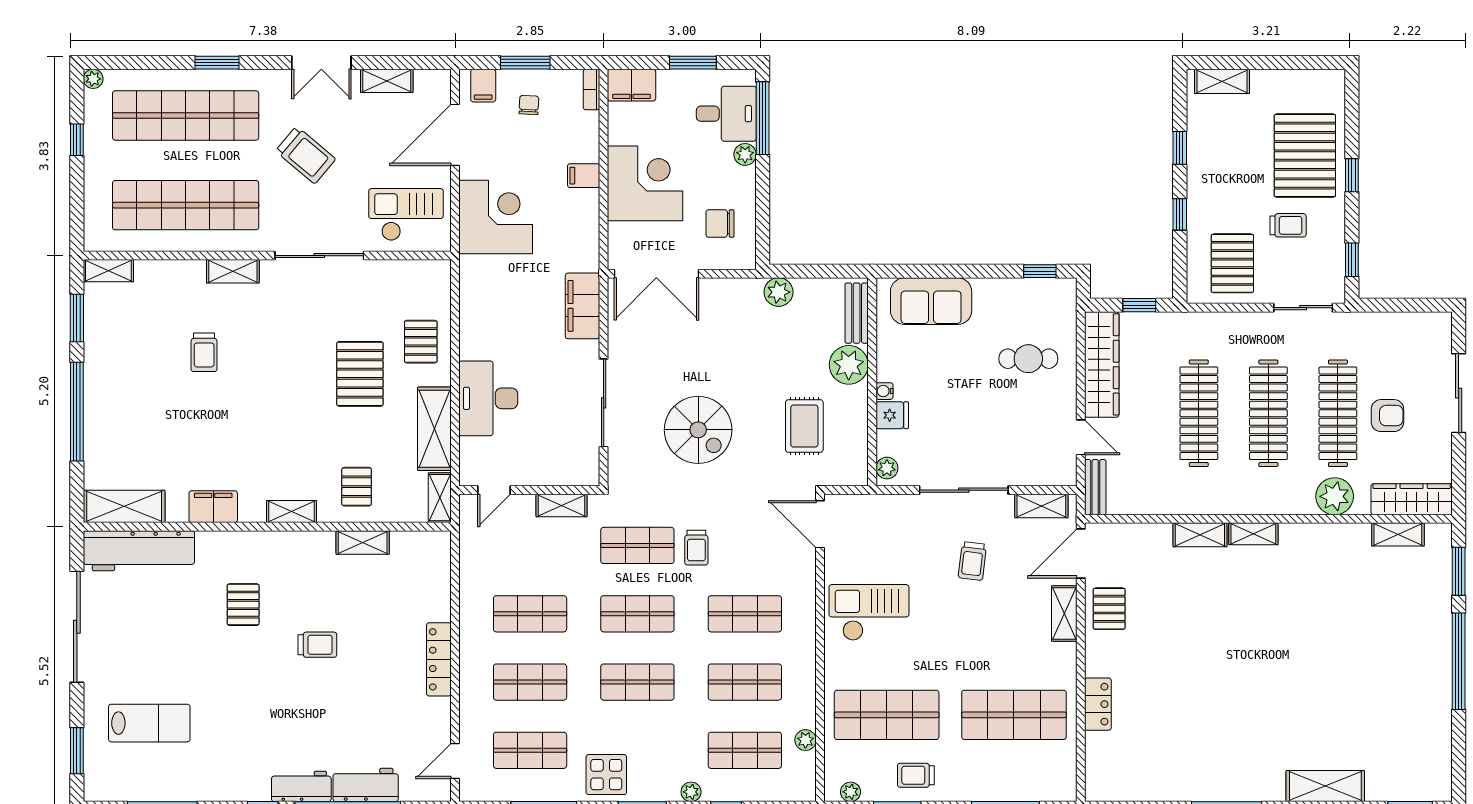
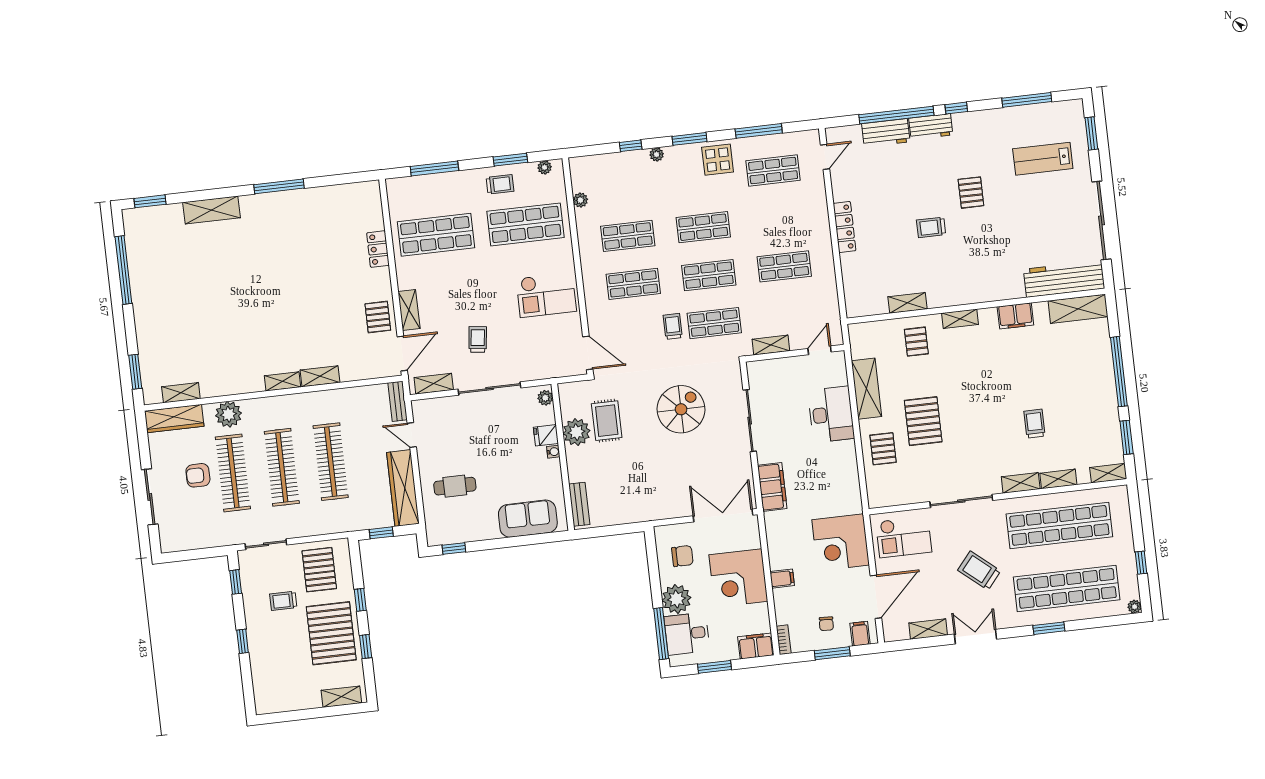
plant: (745, 154) -> (676, 599), width x1.87, depth x1.87
pallet: (1305, 156) -> (331, 633), moved
plant: (779, 292) -> (636, 513), removed
plant: (849, 365) -> (576, 432), moved
spiral stairs: (698, 430) -> (681, 409), turned 90
shelving: (440, 498) -> (1058, 479), moved, turned 90
pallet: (243, 605) -> (971, 193), moved
window: (1459, 661) -> (123, 270), moved
shop shelf: (530, 682) -> (779, 218), removed
shop shelf: (745, 750) -> (622, 188), removed

